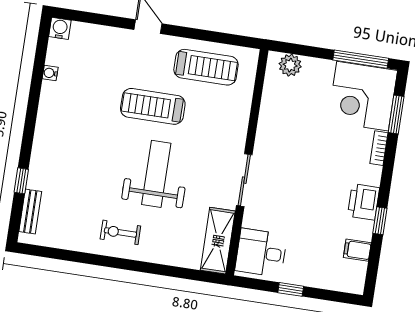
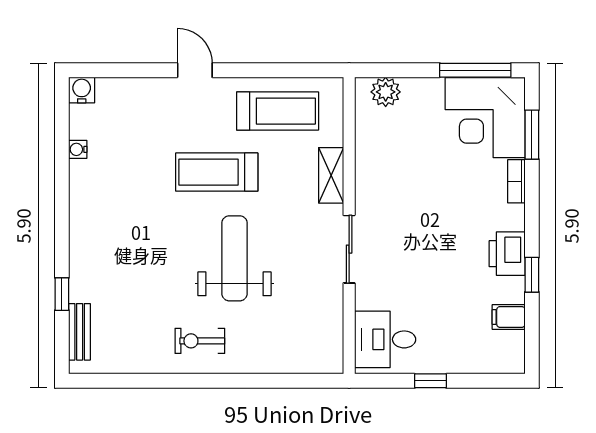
shelving: (218, 241) -> (331, 175), moved, width x0.67, depth x0.75

